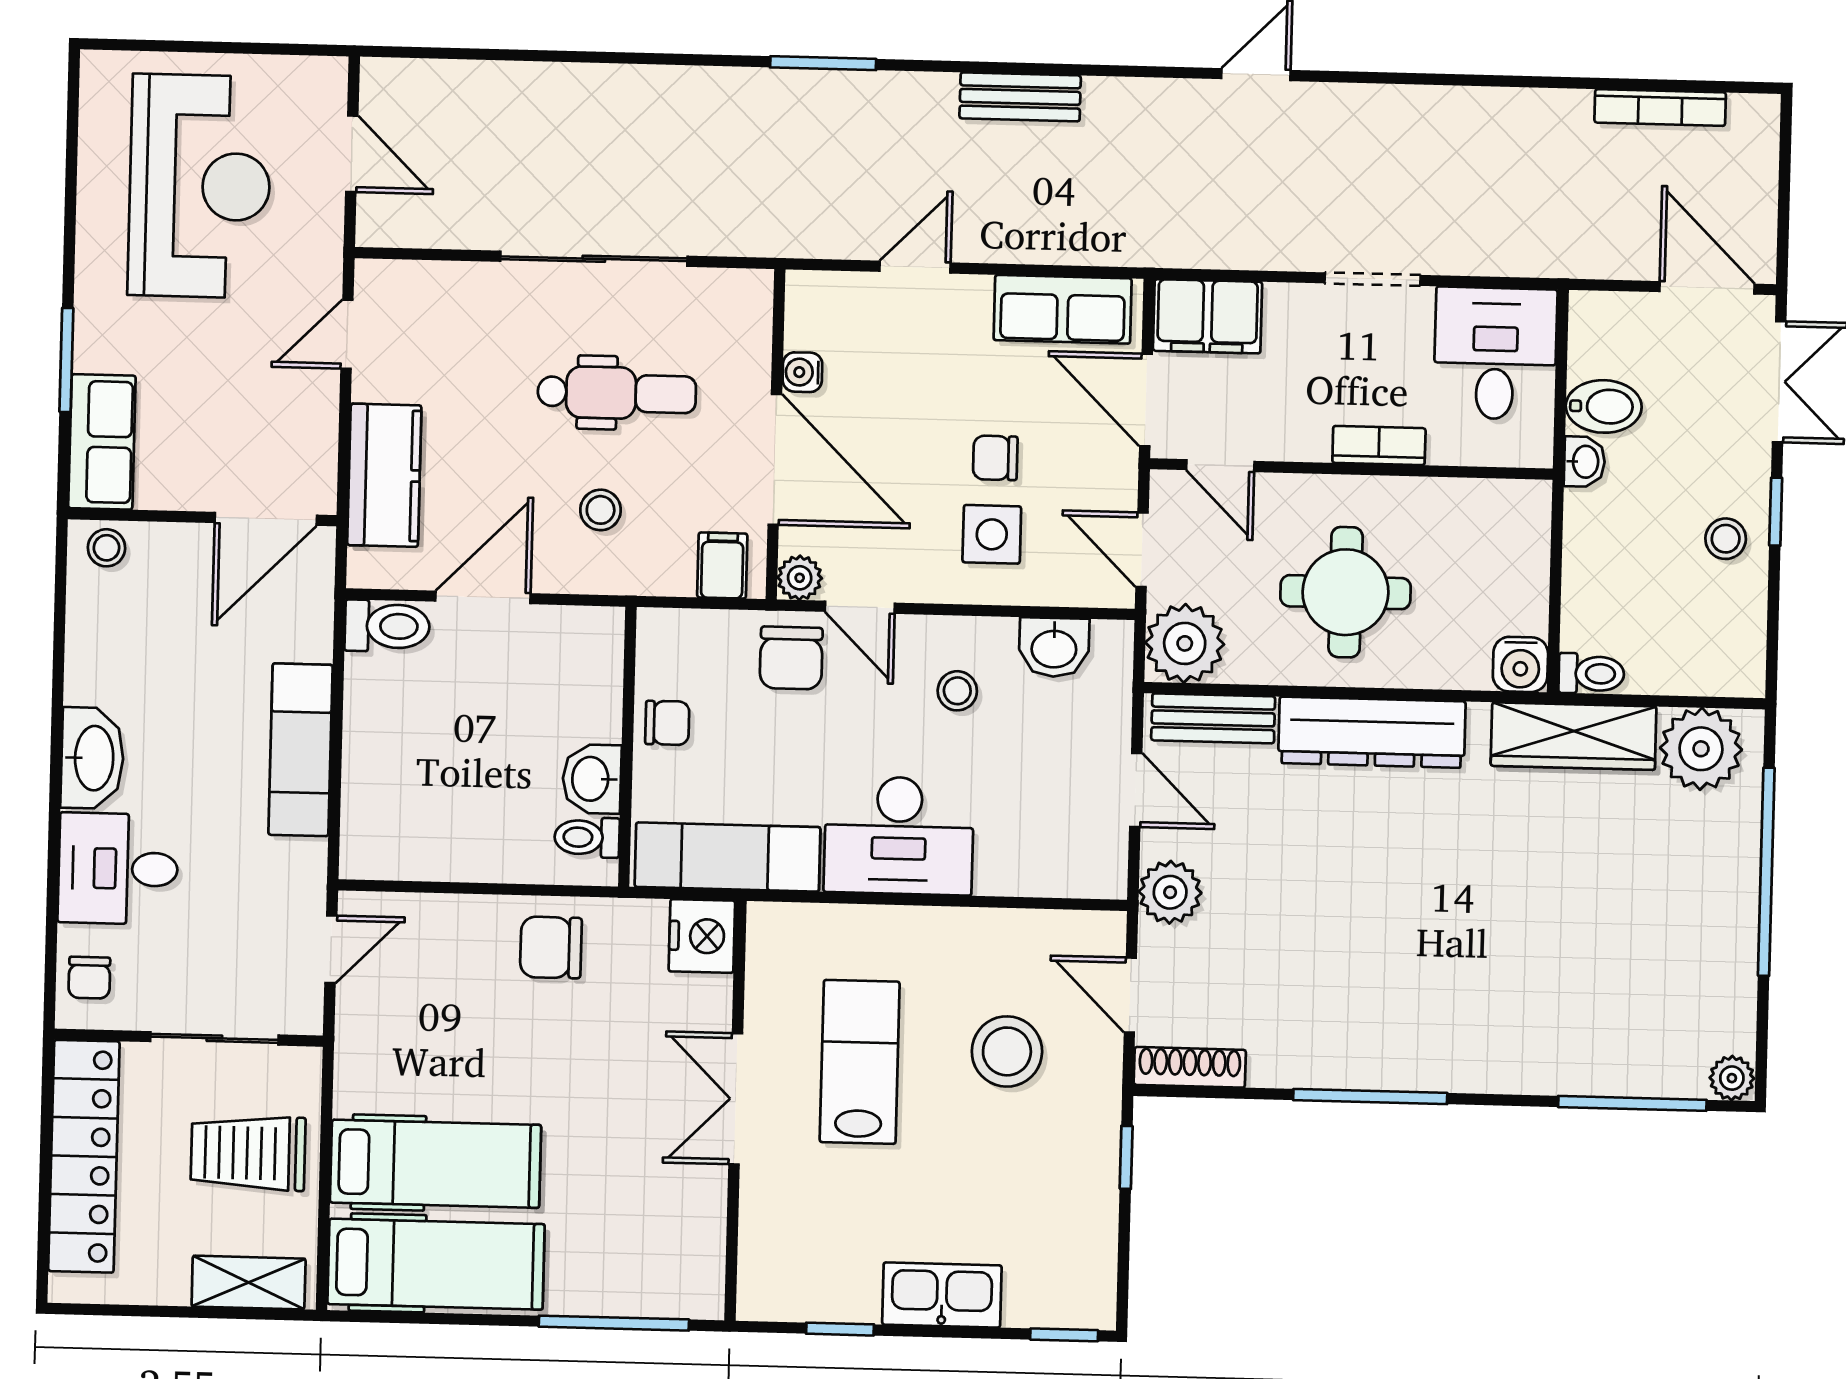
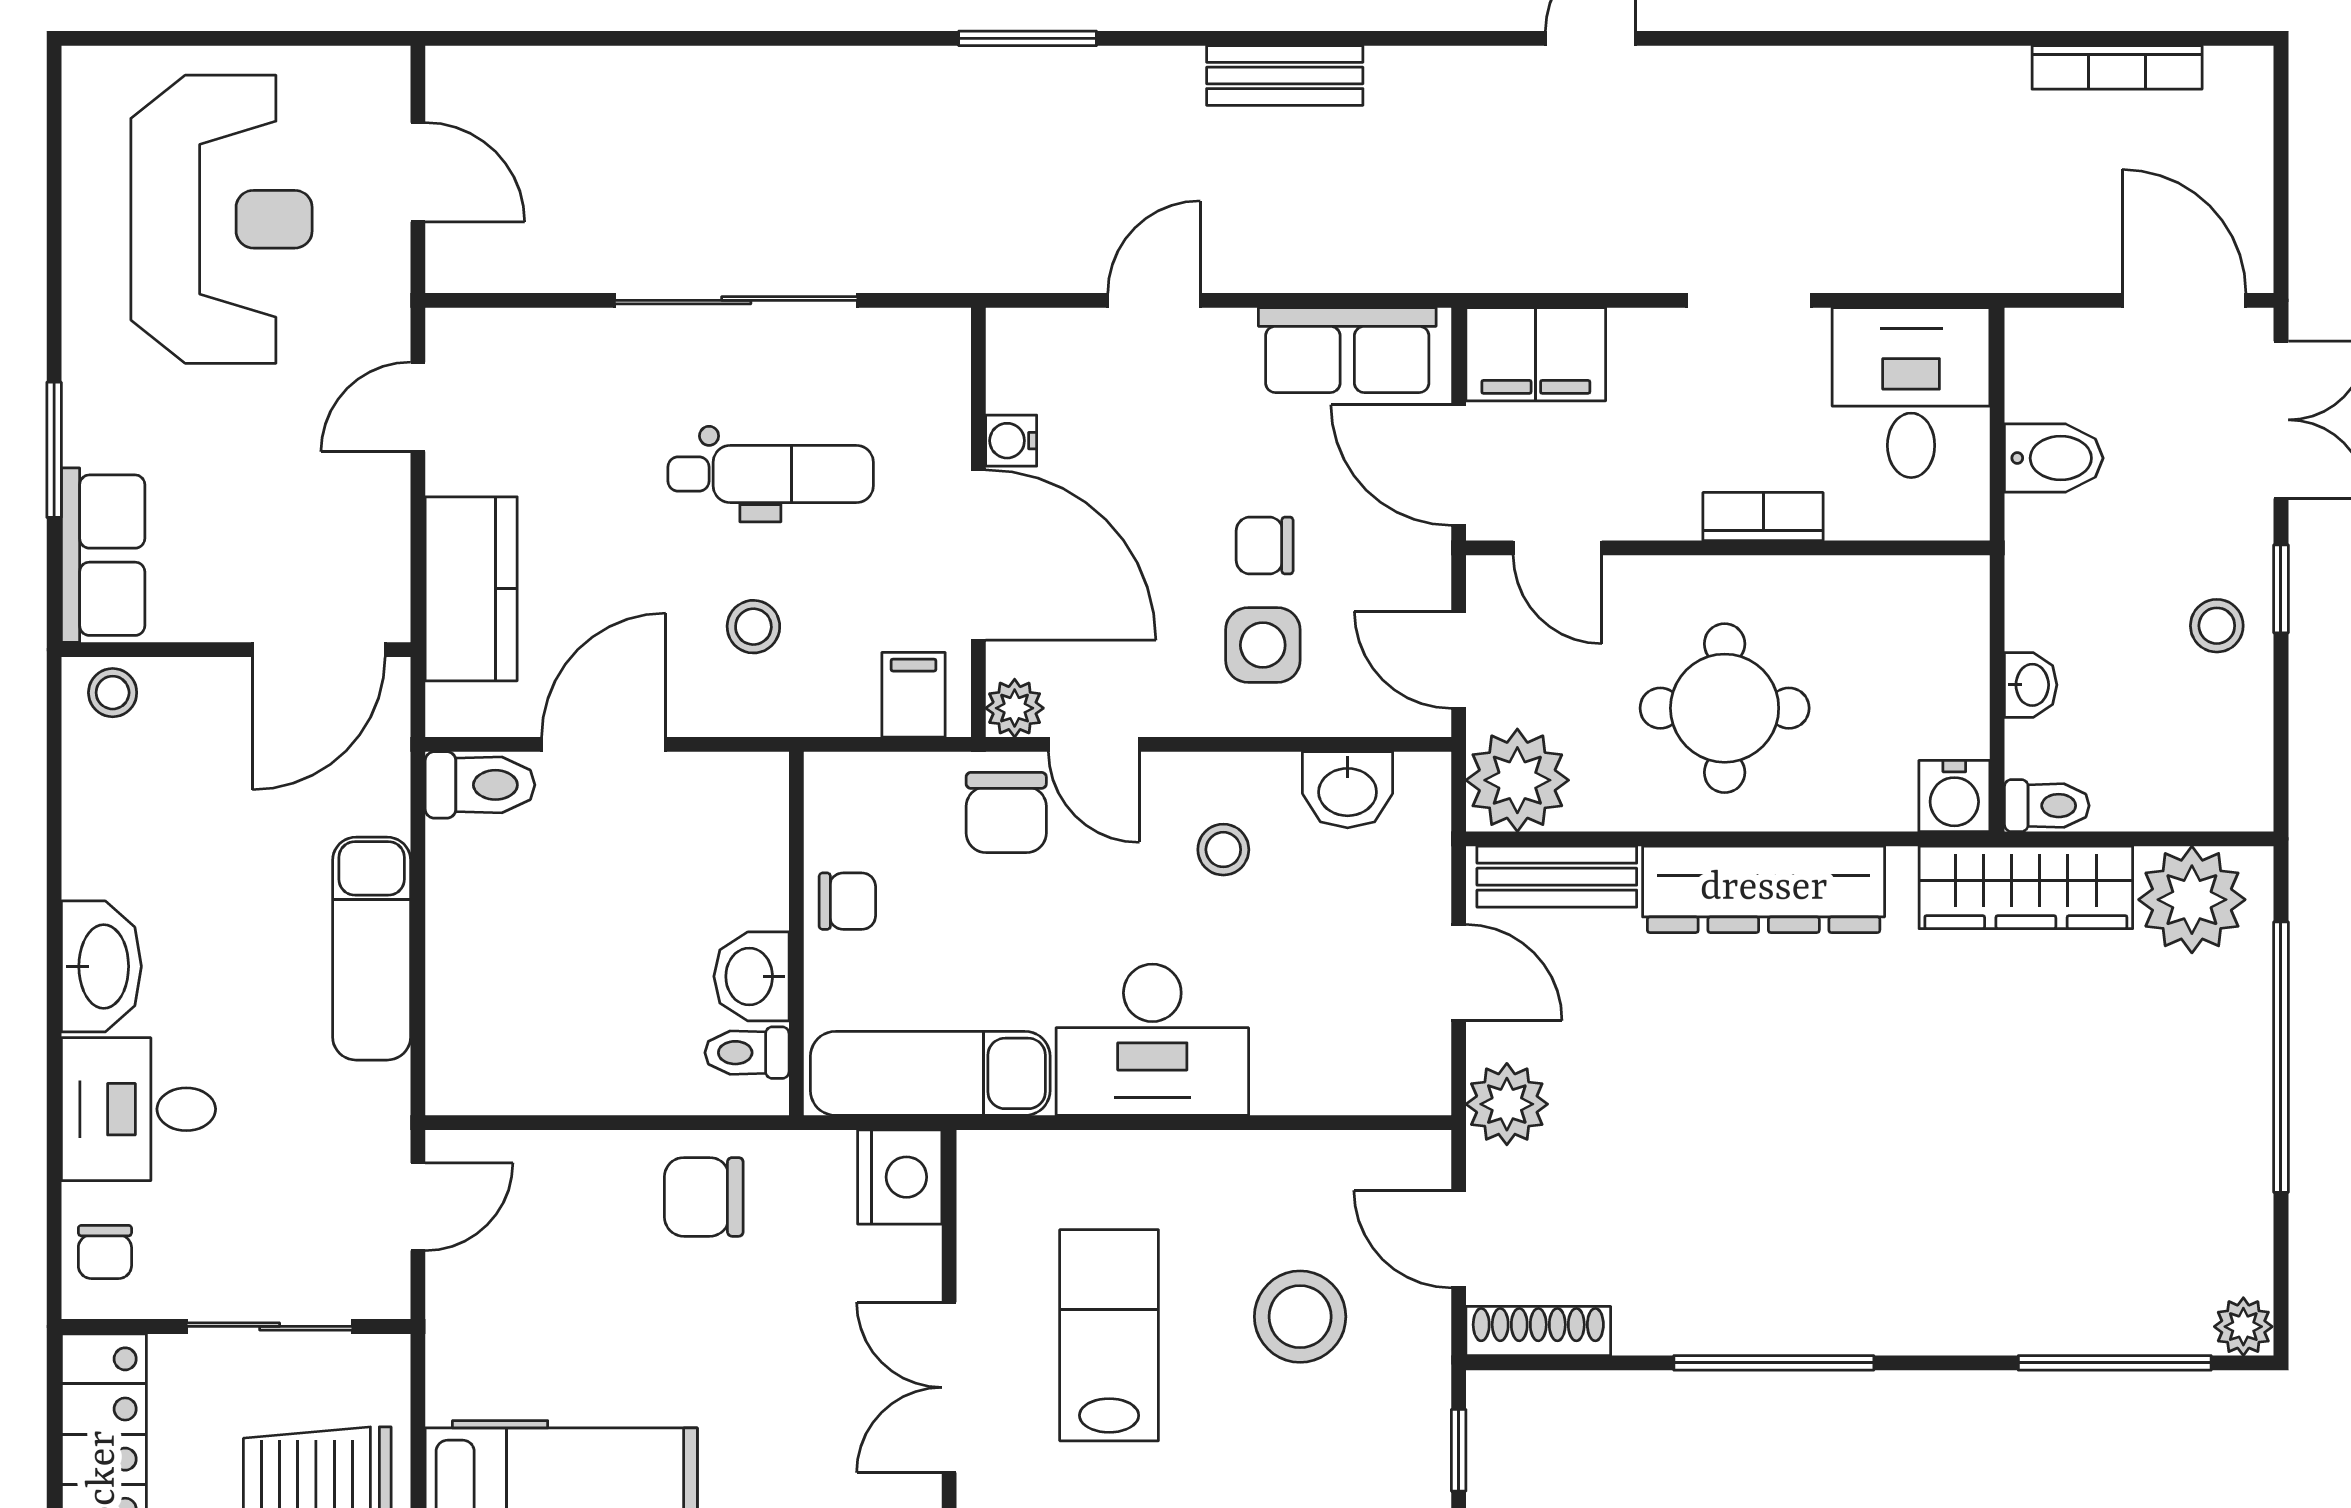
washbasin: (1584, 462) -> (2031, 685), moved

